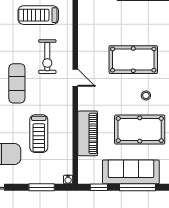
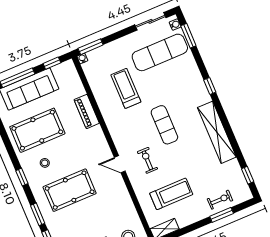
exercise bike: (47, 57) -> (147, 160), width x0.73, depth x0.72
door: (75, 78) -> (120, 164), moved
piano: (88, 133) -> (87, 111), width x0.73, depth x0.75
window: (42, 187) -> (91, 47), moved

